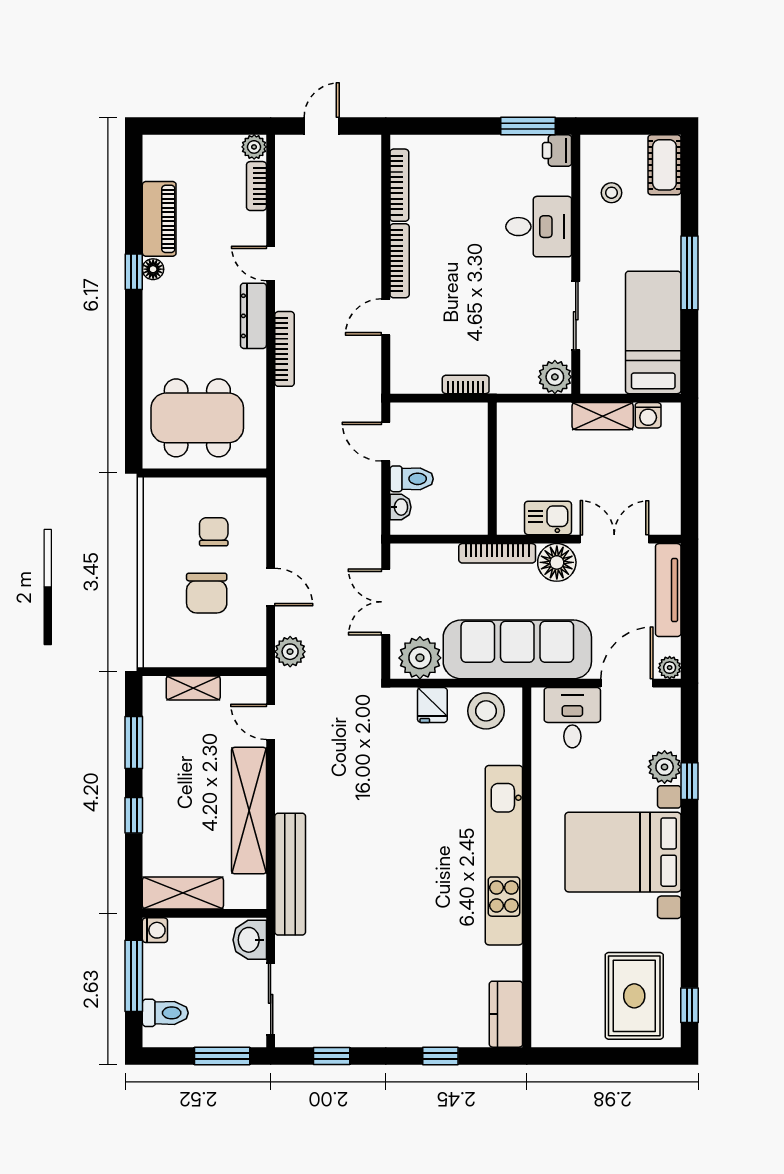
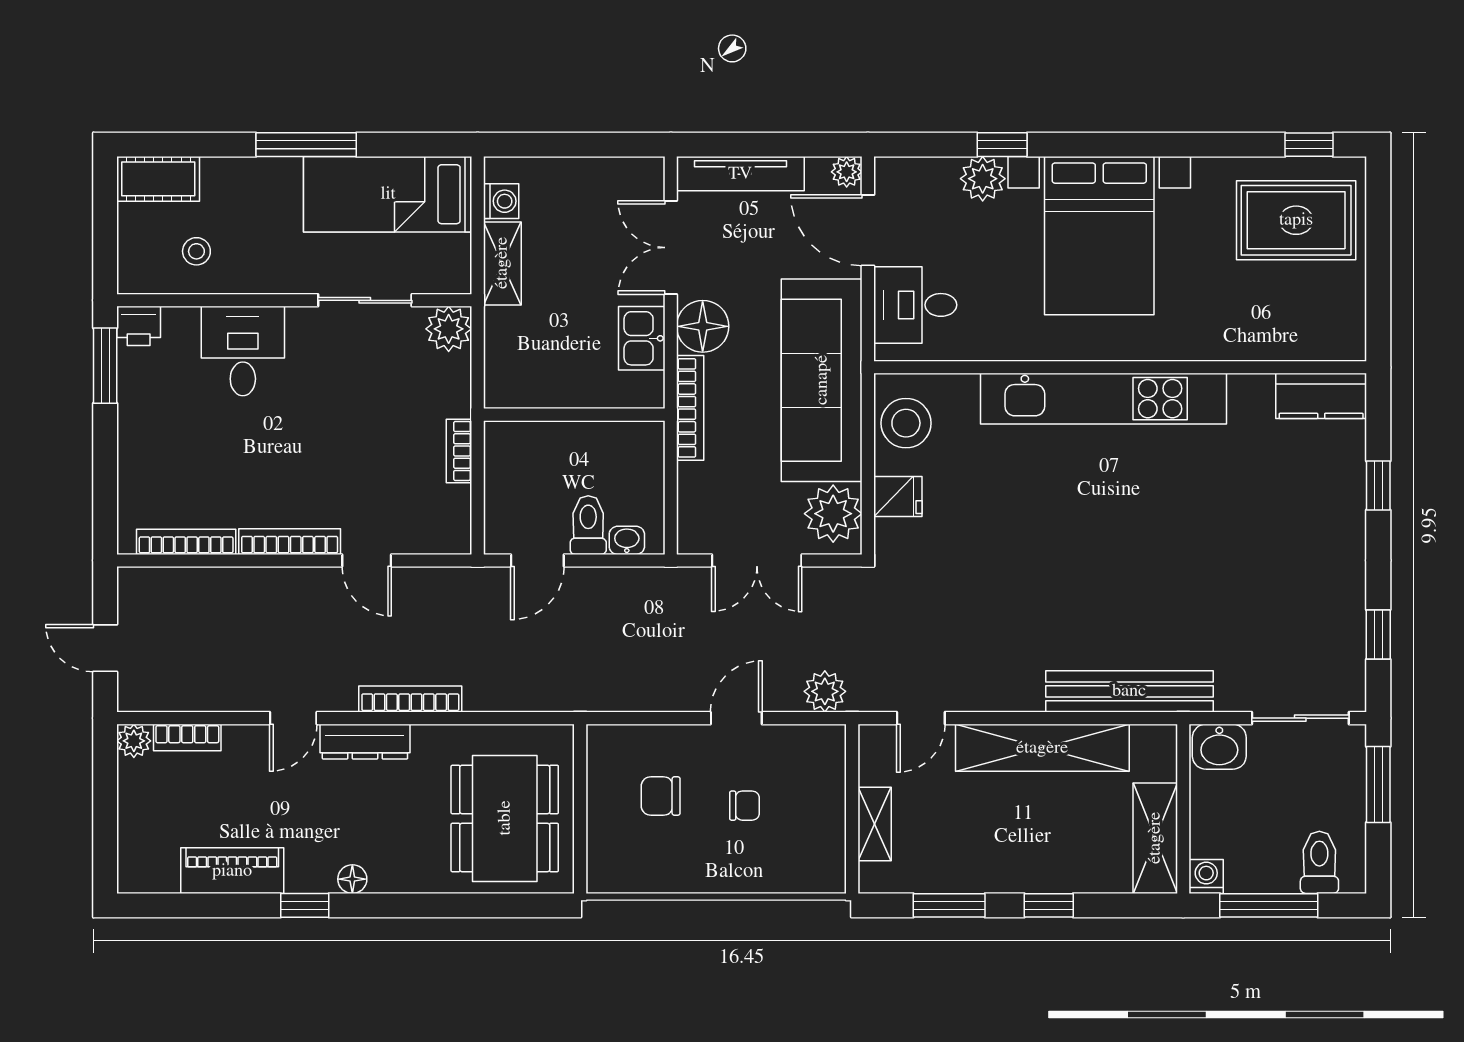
floor lamp: (153, 269) -> (352, 879), moved
chair: (207, 593) -> (745, 806), width x0.54, depth x0.54

